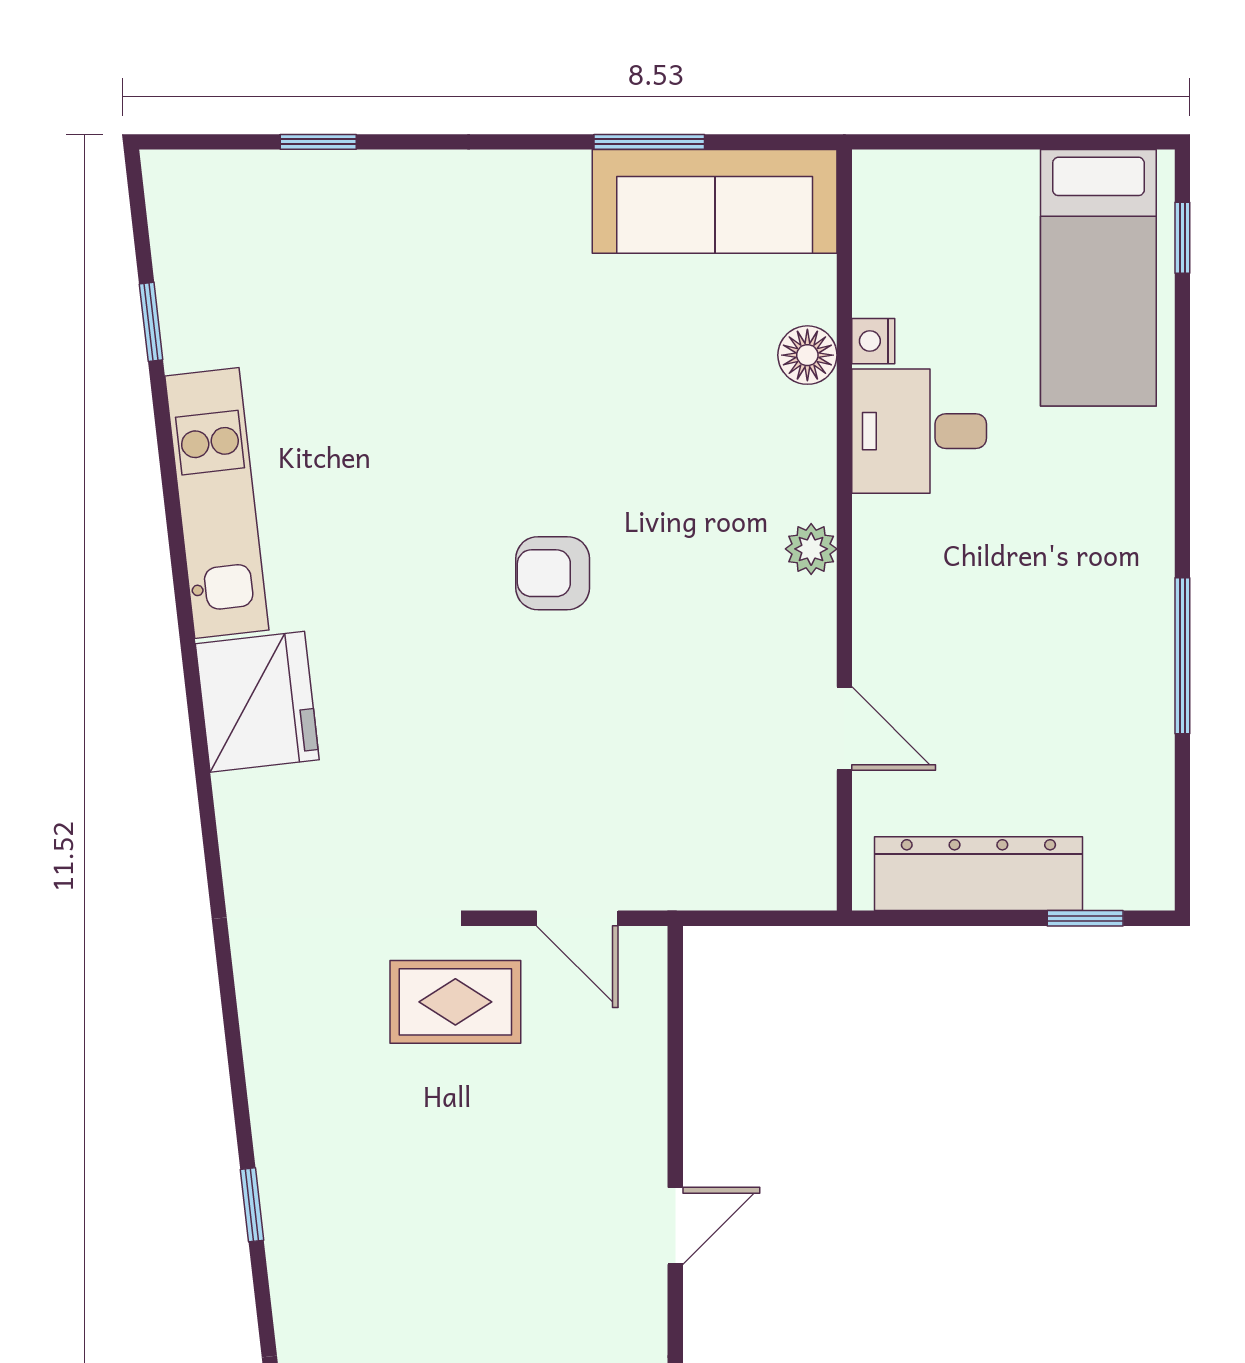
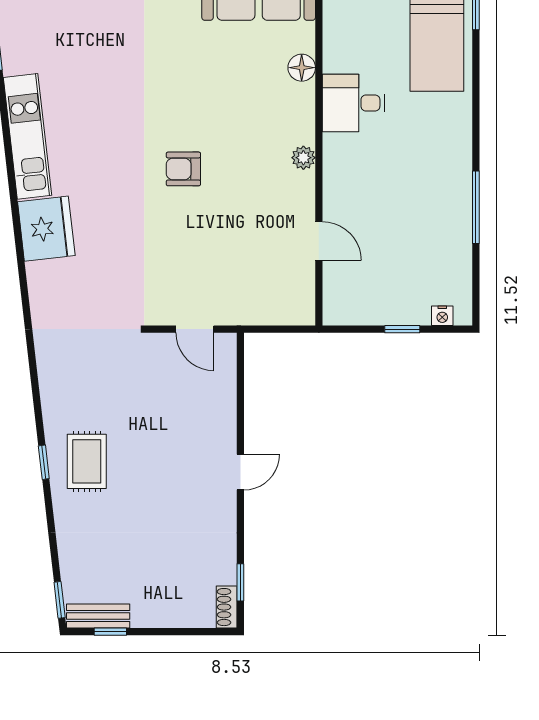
nightstand: (873, 341) -> (442, 316), moved, turned -90
dresser: (978, 874) -> (381, 308), removed
window: (1085, 918) -> (402, 329), moved
rug: (455, 1002) -> (87, 461), moved, turned 90

